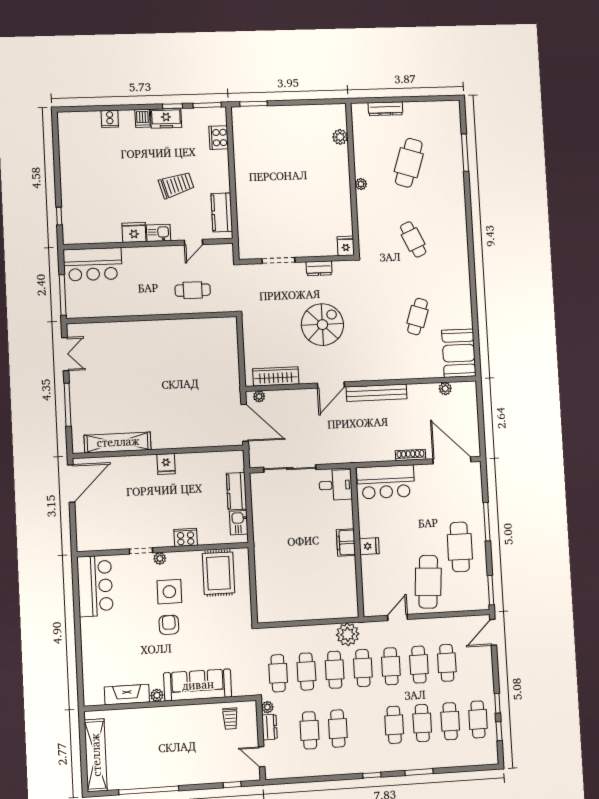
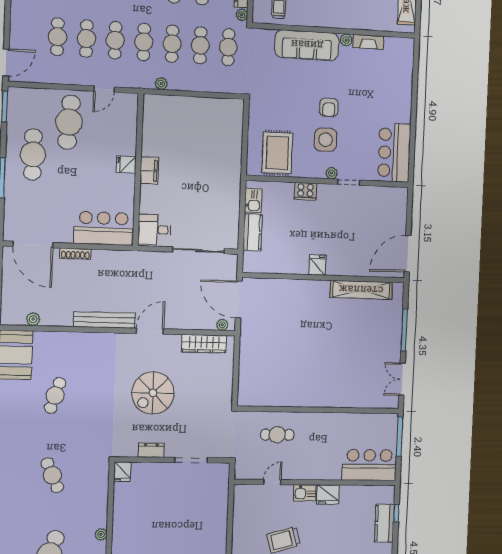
kitchen counter: (222, 212) -> (384, 523), moved, turned 180
plant: (348, 634) -> (161, 84), width x0.53, depth x0.53
fireplace: (127, 695) -> (368, 42), width x0.73, depth x0.76

